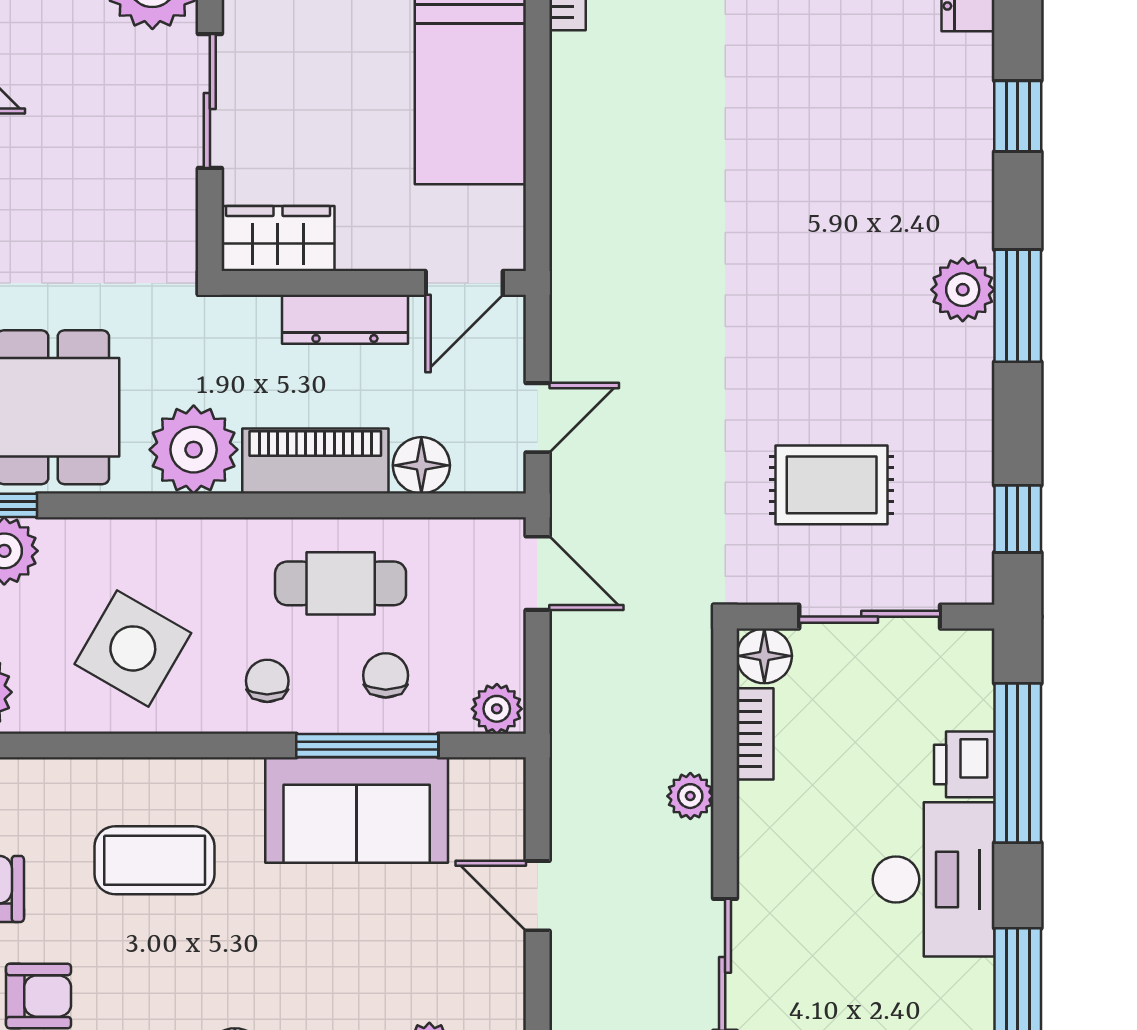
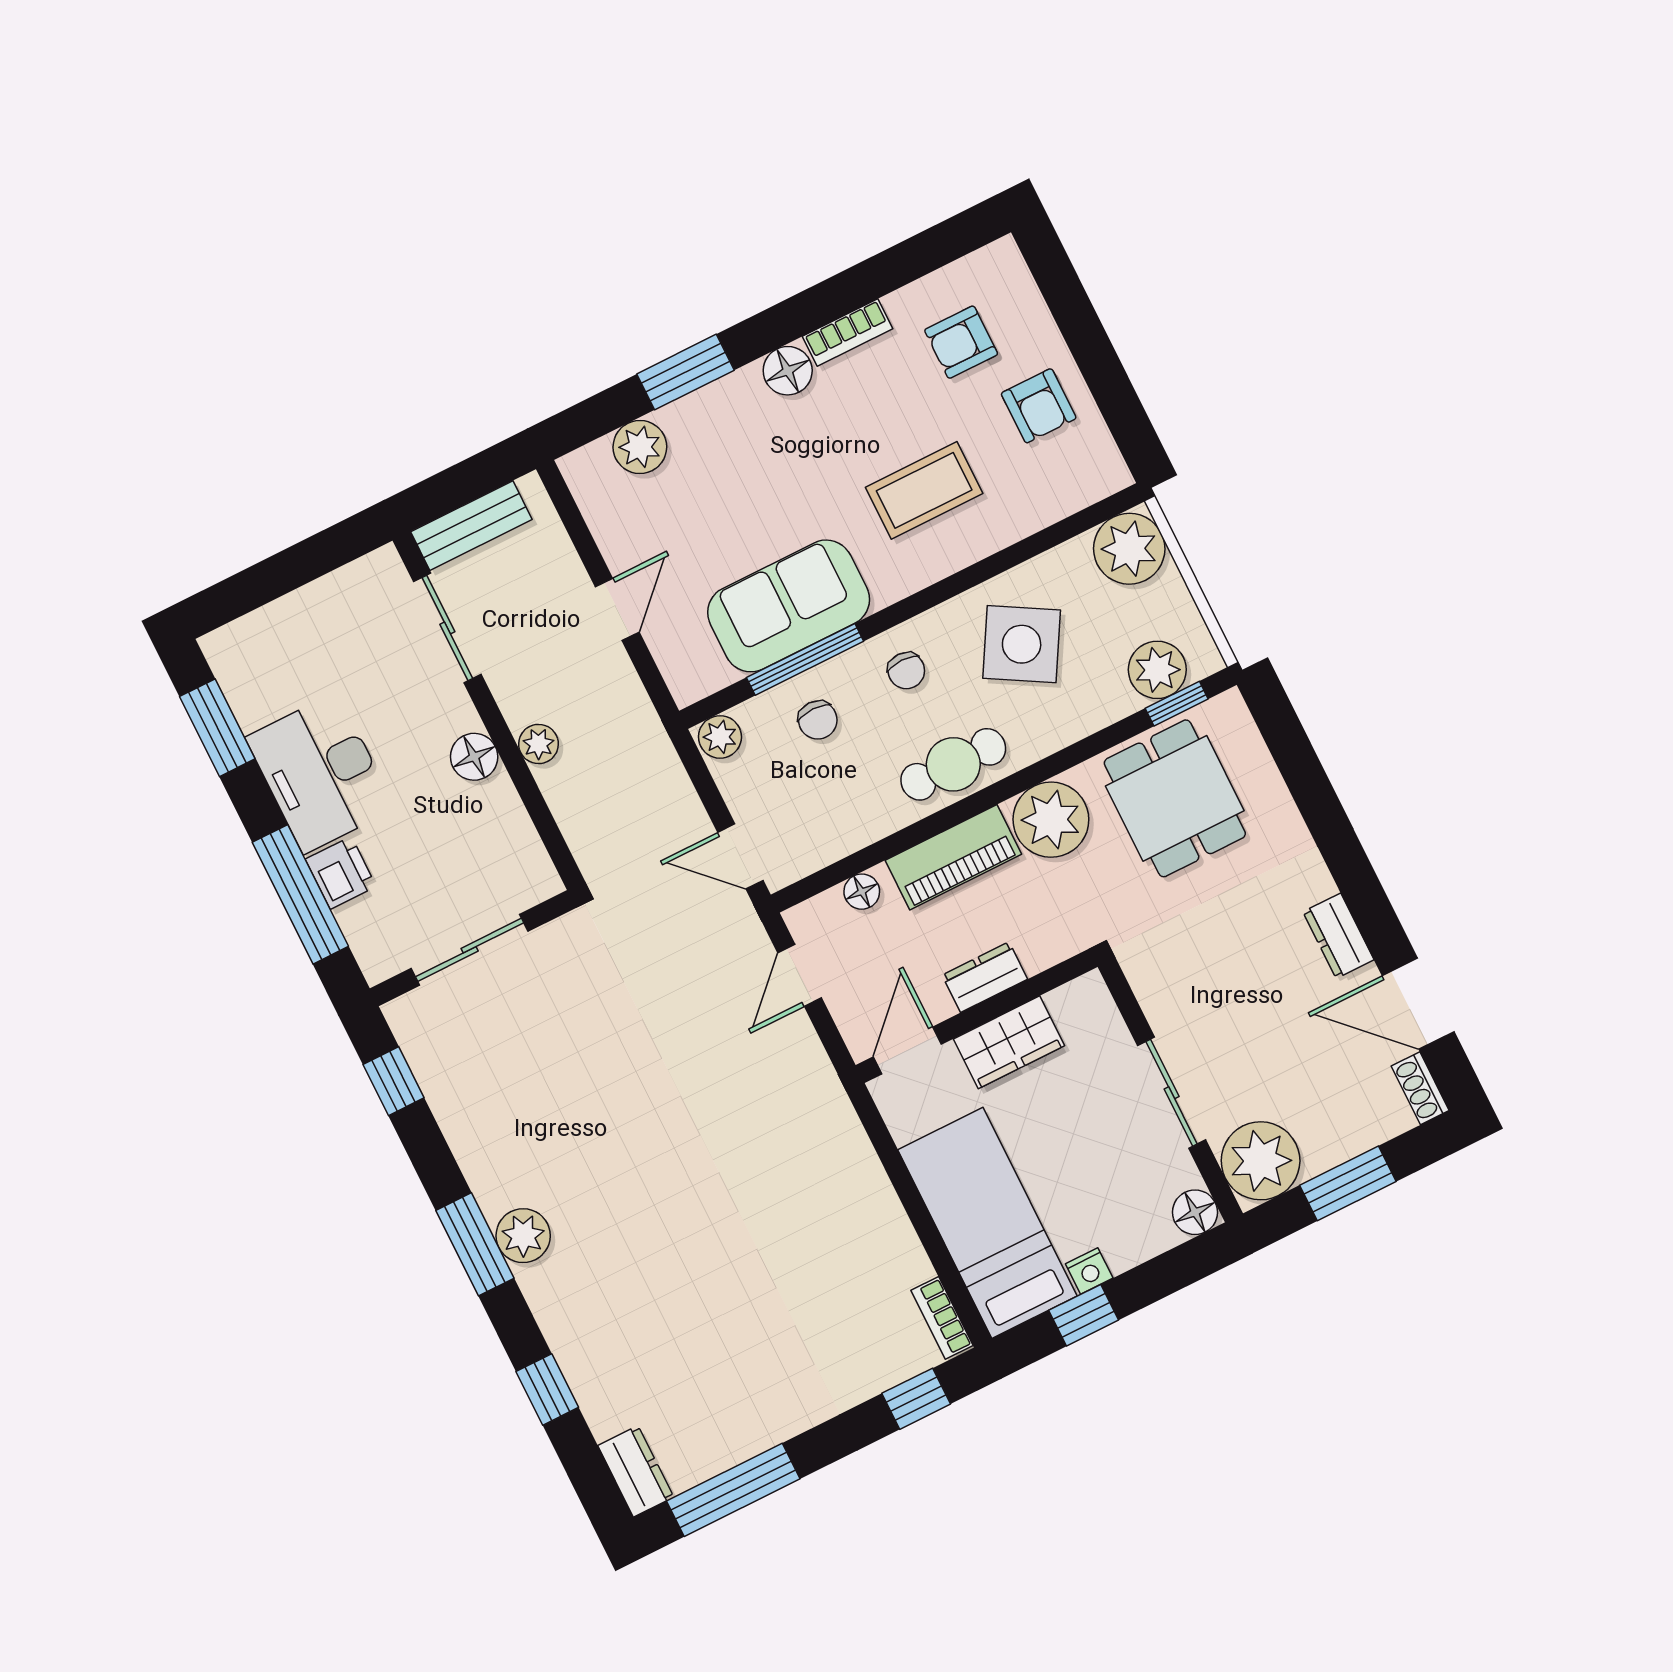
wardrobe: (278, 239) -> (1009, 1042), moved
dresser: (345, 319) -> (985, 977), width x0.70
floor lamp: (421, 465) -> (862, 892), width x0.73, depth x0.73
rug: (832, 485) -> (549, 1036), removed
cafe table: (341, 583) -> (953, 764), moved
floor lamp: (764, 656) -> (474, 757), moved
bookcase: (755, 734) -> (513, 816), removed
door: (538, 896) -> (617, 609), hinge flipped

